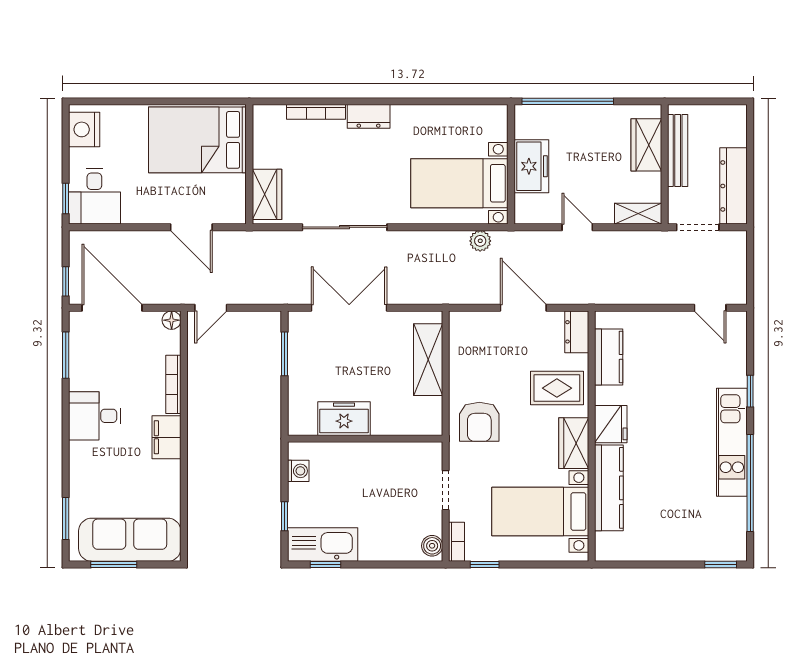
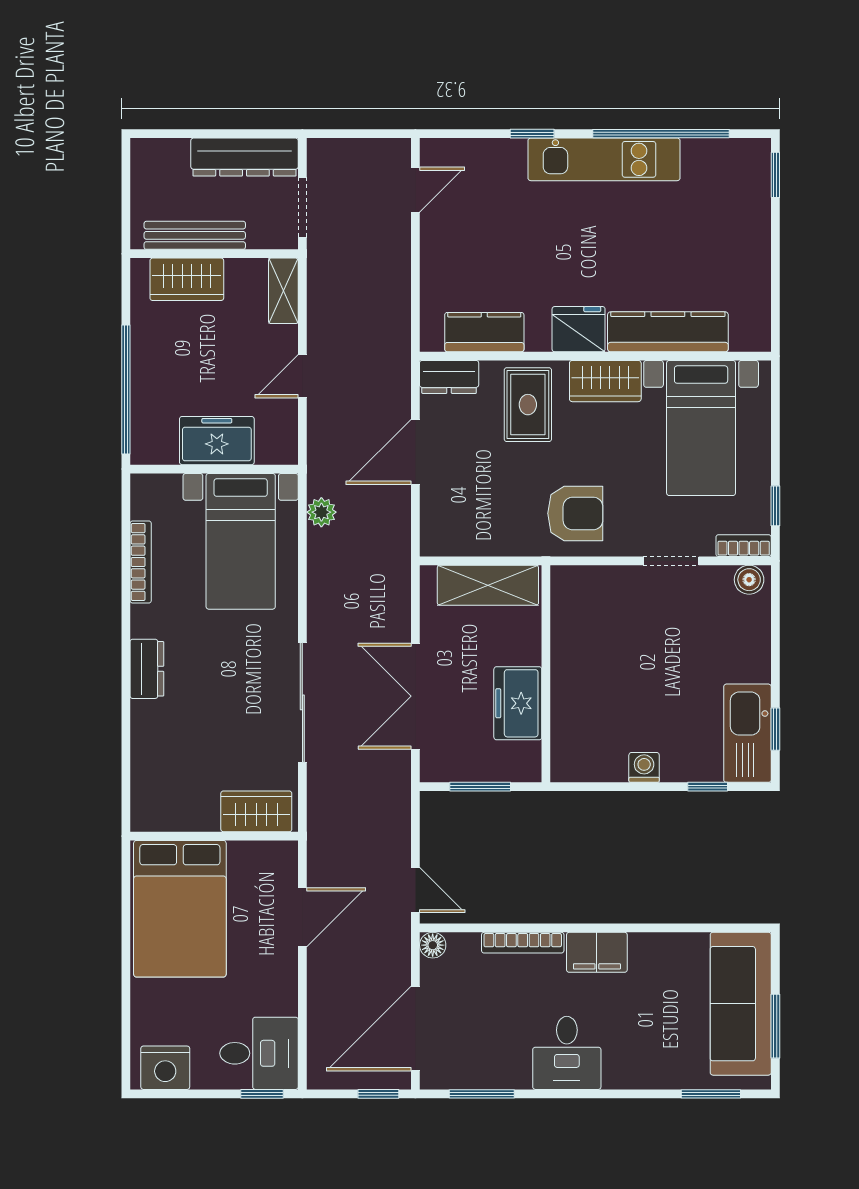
bookcase: (316, 112) -> (141, 562), moved
freezer: (344, 419) -> (518, 703), moved
wall: (365, 439) -> (546, 674), moved

